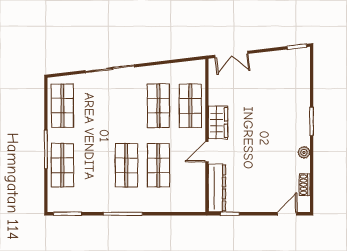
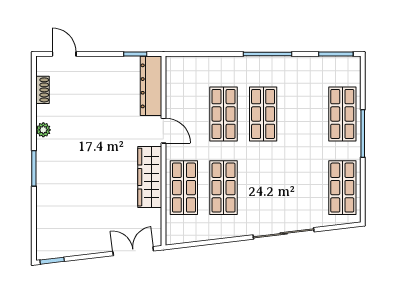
wardrobe: (218, 123) -> (150, 177), width x1.50
door: (207, 152) -> (163, 131), hinge flipped
door: (287, 214) -> (64, 54), swing flipped

